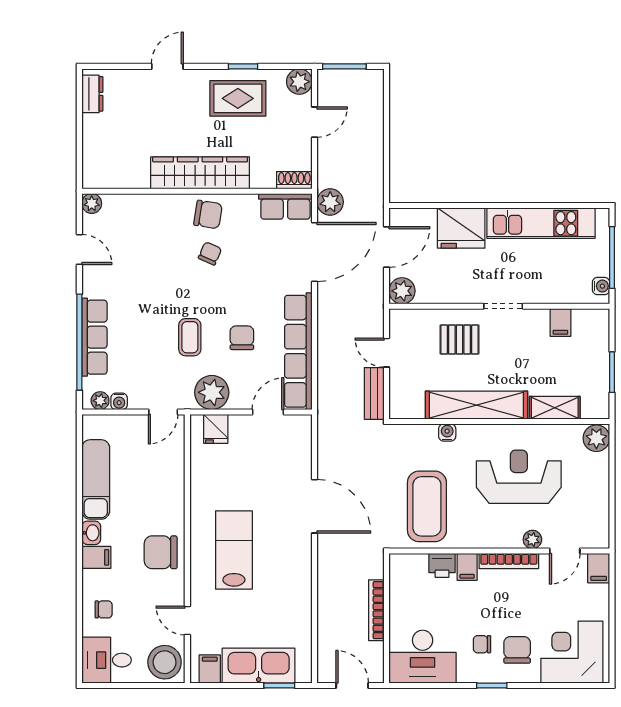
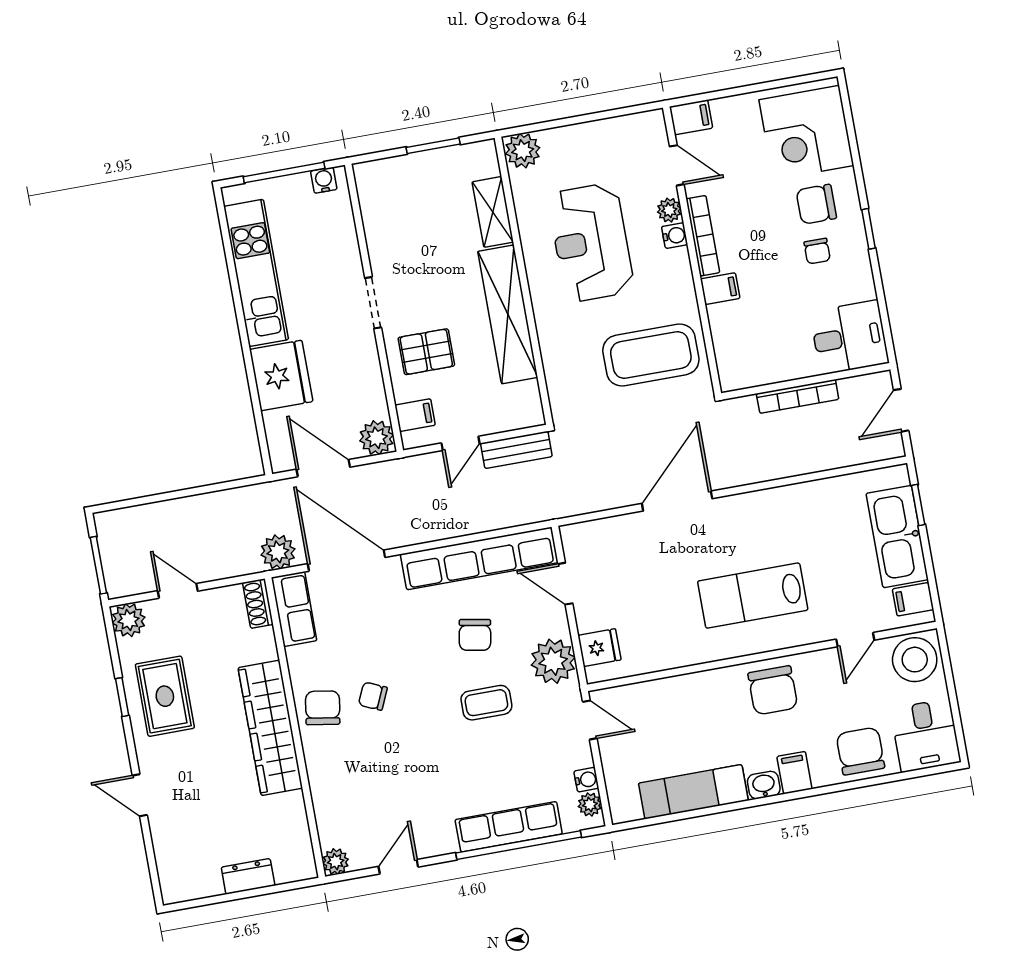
dresser: (92, 94) -> (248, 876), moved
filing cabinet: (560, 323) -> (415, 415), moved
chair: (242, 338) -> (475, 635), turned -80
pallet: (459, 339) -> (426, 352), turned 90
water cooler: (447, 432) -> (675, 236), moved, turned 180
printer: (442, 565) -> (724, 322), removed
chair: (104, 609) -> (860, 751), width x1.87, depth x1.87
desk: (423, 657) -> (849, 337), width x0.73

